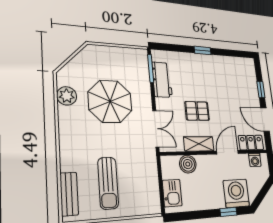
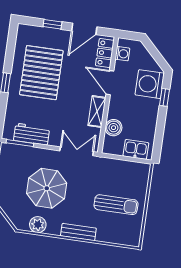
pallet: (197, 111) -> (41, 73), moved, width x2.05, depth x2.00
bench: (69, 194) -> (78, 232), moved

